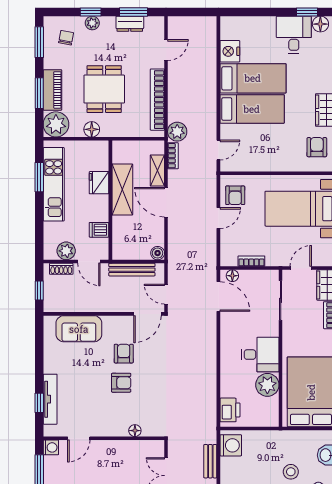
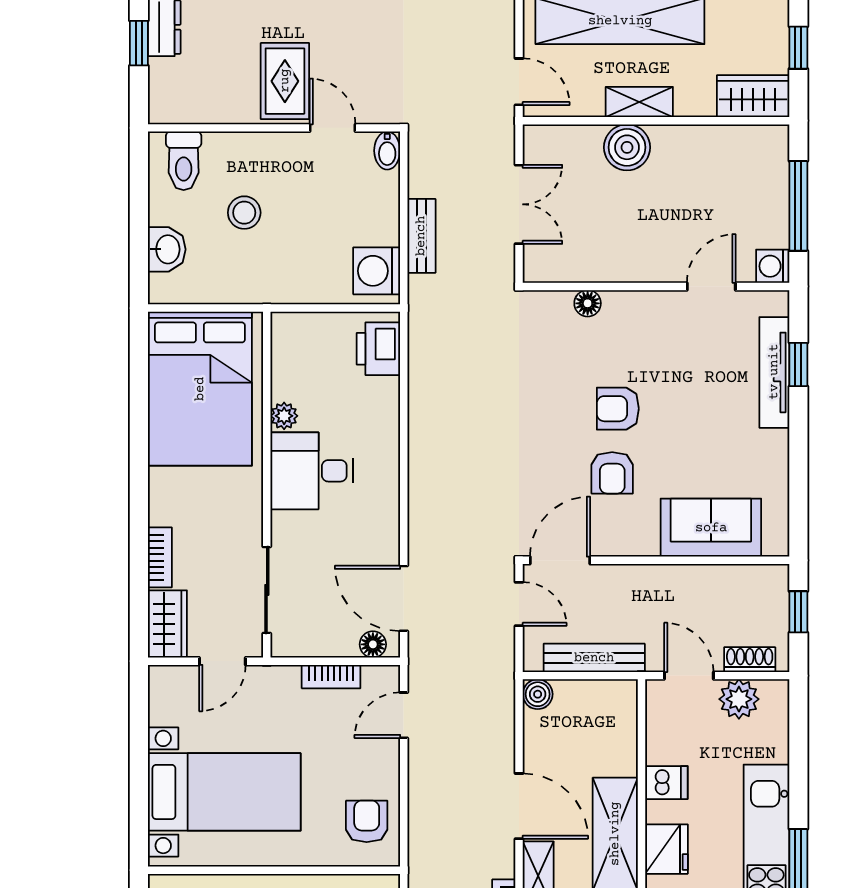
door: (218, 218) -> (404, 715), moved
dishwasher: (99, 230) -> (666, 783), moved
plant: (267, 385) -> (284, 416), width x0.53, depth x0.53

